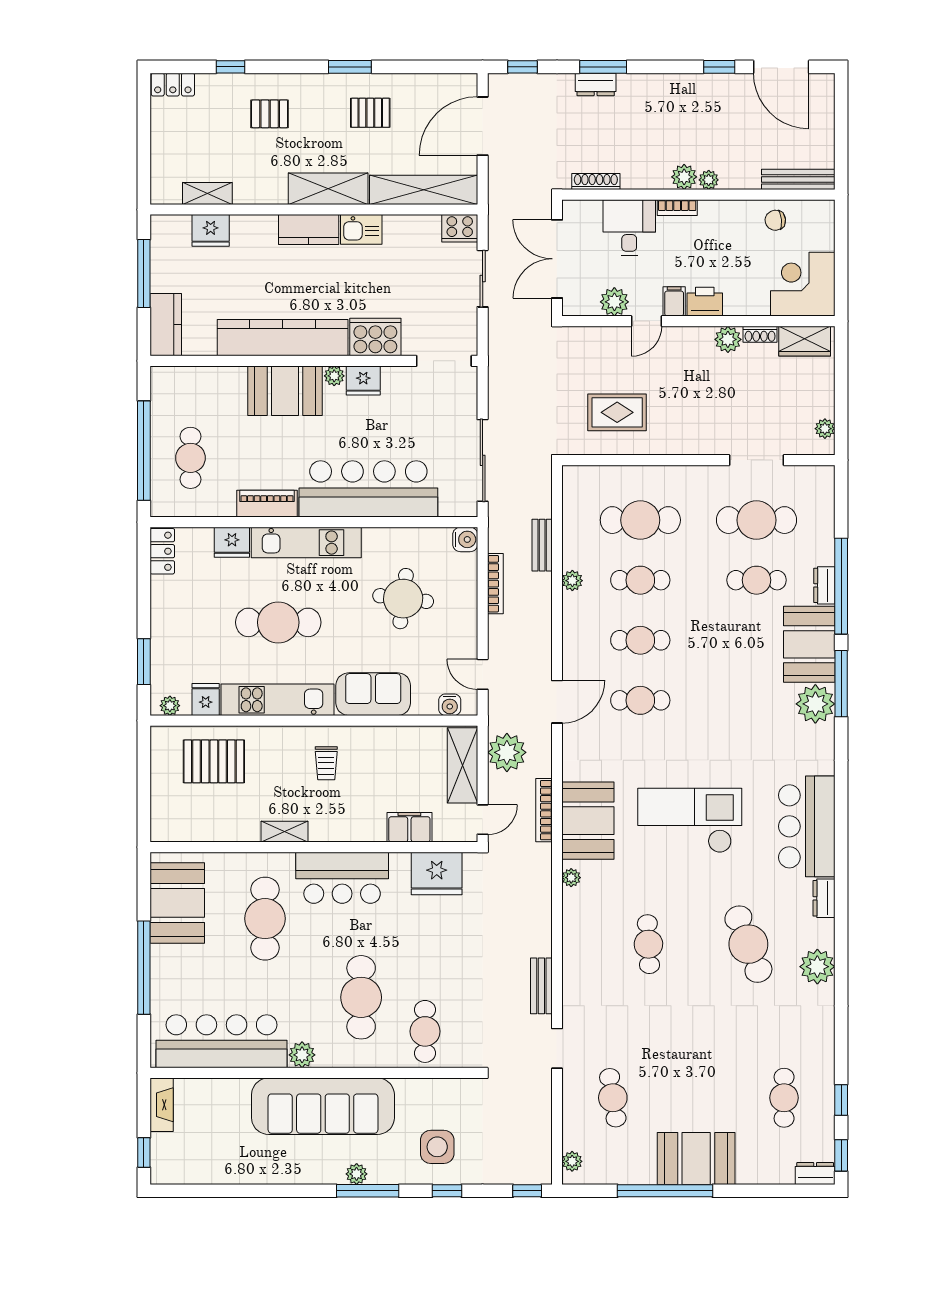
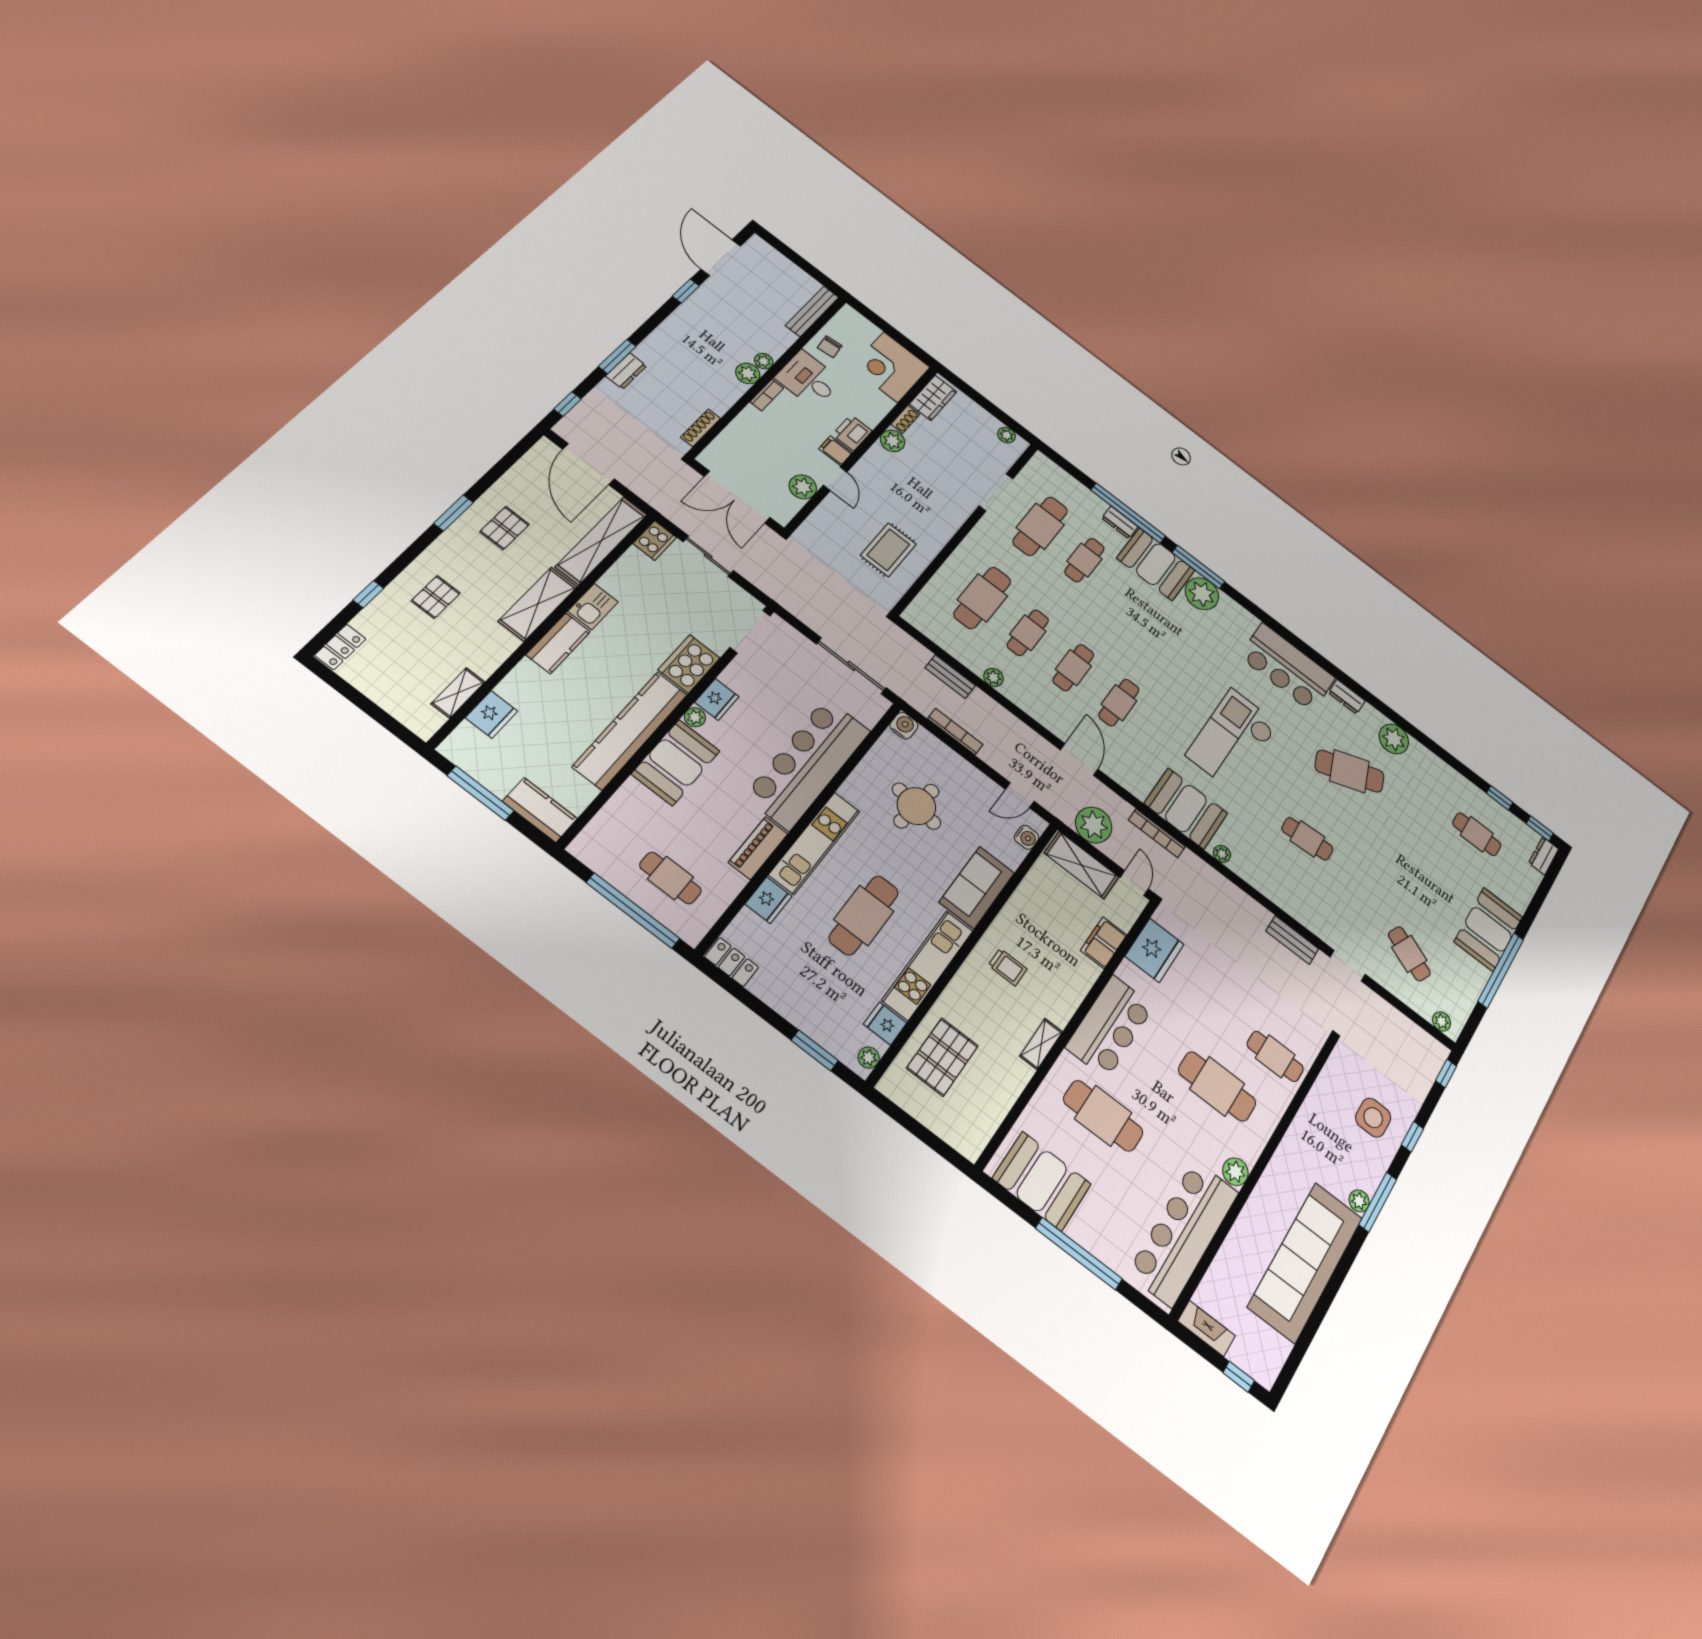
door: (781, 67) -> (721, 258), swing flipped
desk: (629, 228) -> (808, 379), moved
cafe table: (613, 1098) -> (1409, 954), turned 33
sofa: (323, 1106) -> (1306, 1262), moved, turned 180

